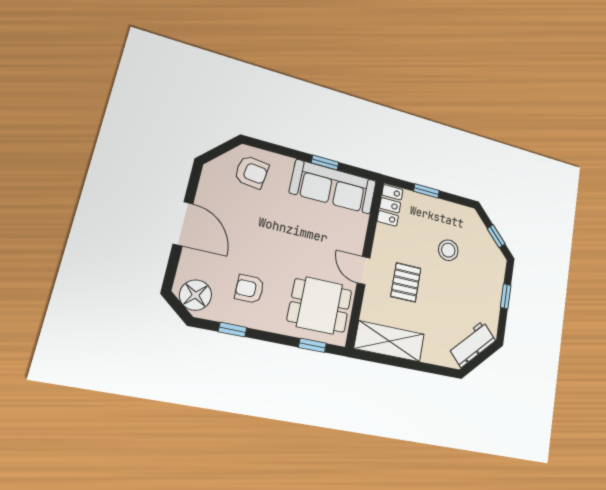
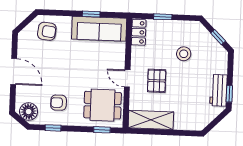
window: (506, 296) -> (229, 94), moved
workbench: (472, 344) -> (218, 90), moved, turned -45

